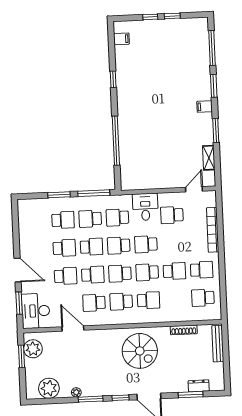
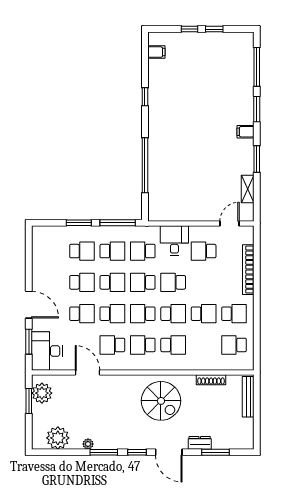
school desk: (90, 219) -> (112, 251), turned 180
school desk: (147, 272) -> (173, 314), turned 180
dresser: (199, 386) -> (200, 443), moved

